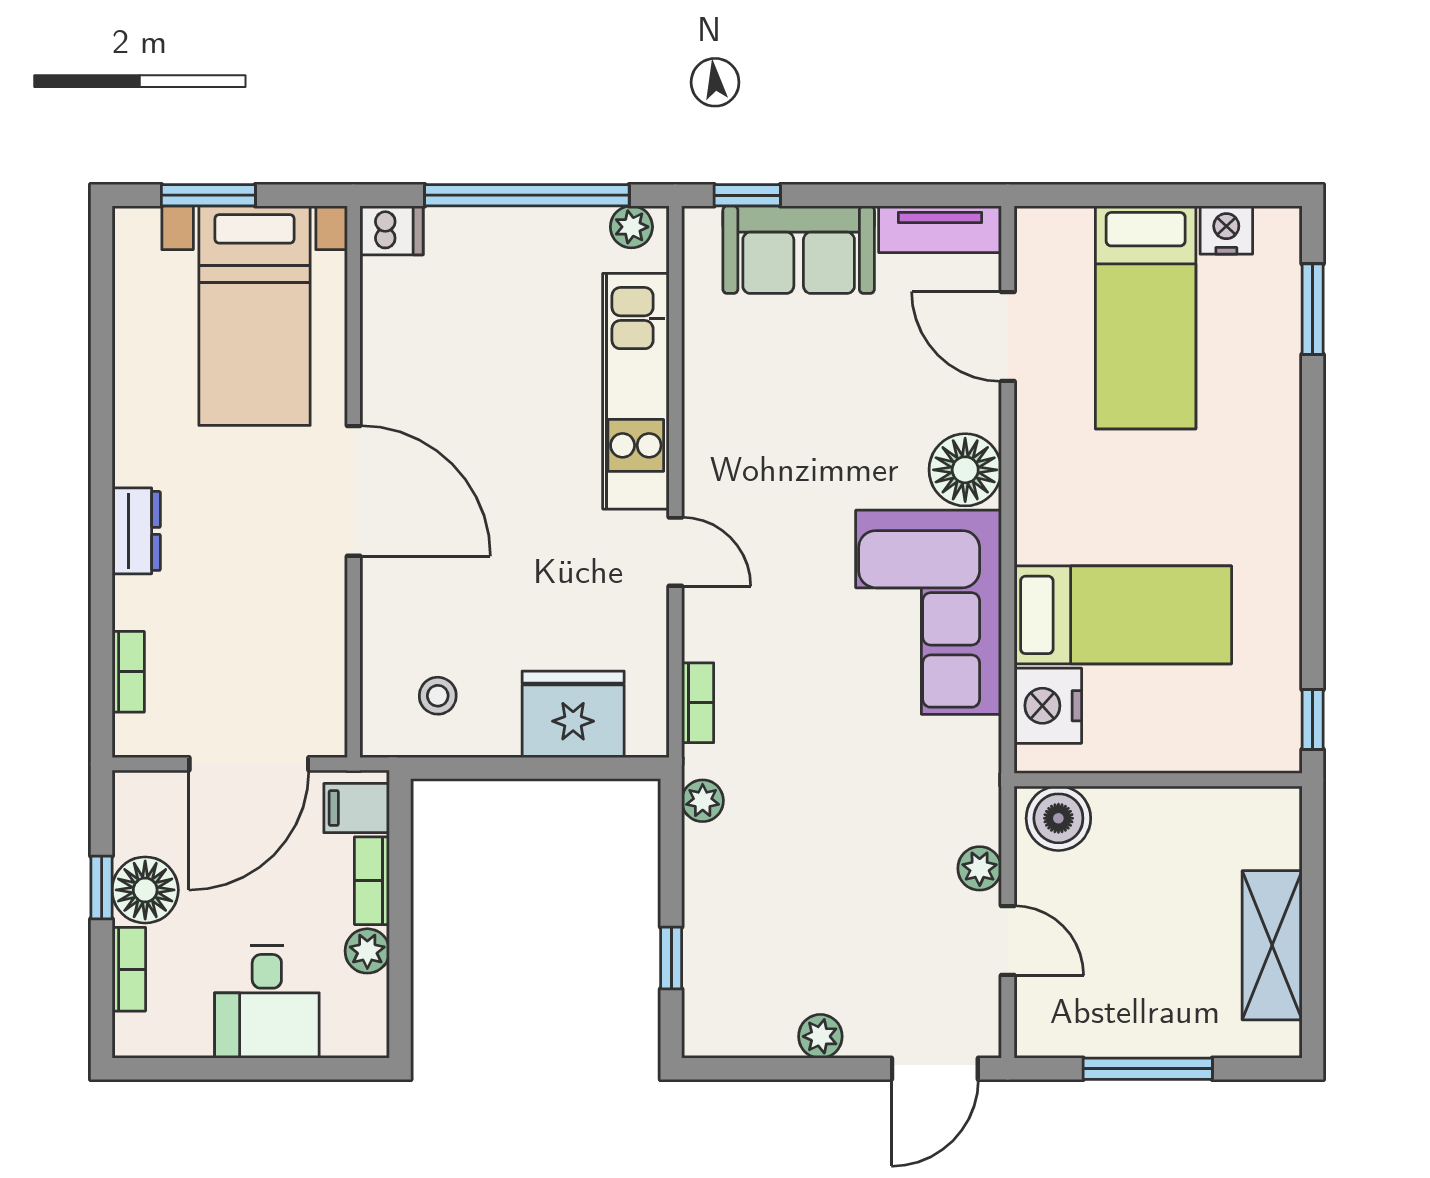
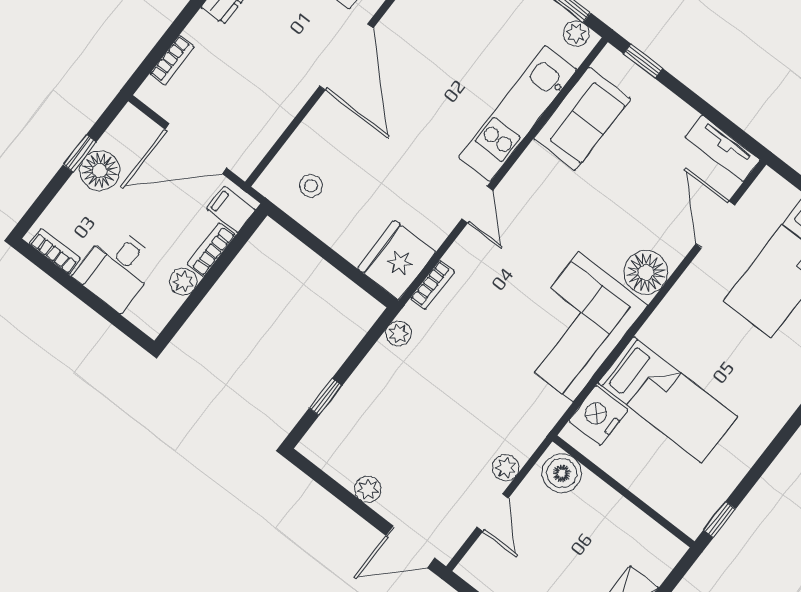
sofa: (799, 250) -> (582, 119), moved, turned -90
fridge: (573, 714) -> (397, 260), moved, turned -90
bookcase: (129, 969) -> (55, 251), moved, turned -90

